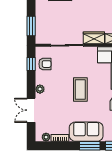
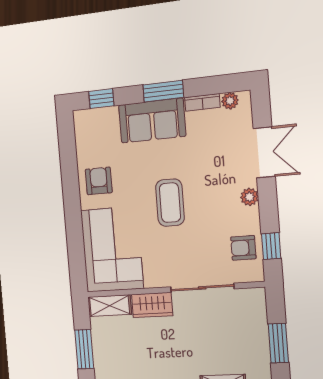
window: (31, 26) -> (278, 343), moved
window: (90, 146) -> (163, 91), moved

